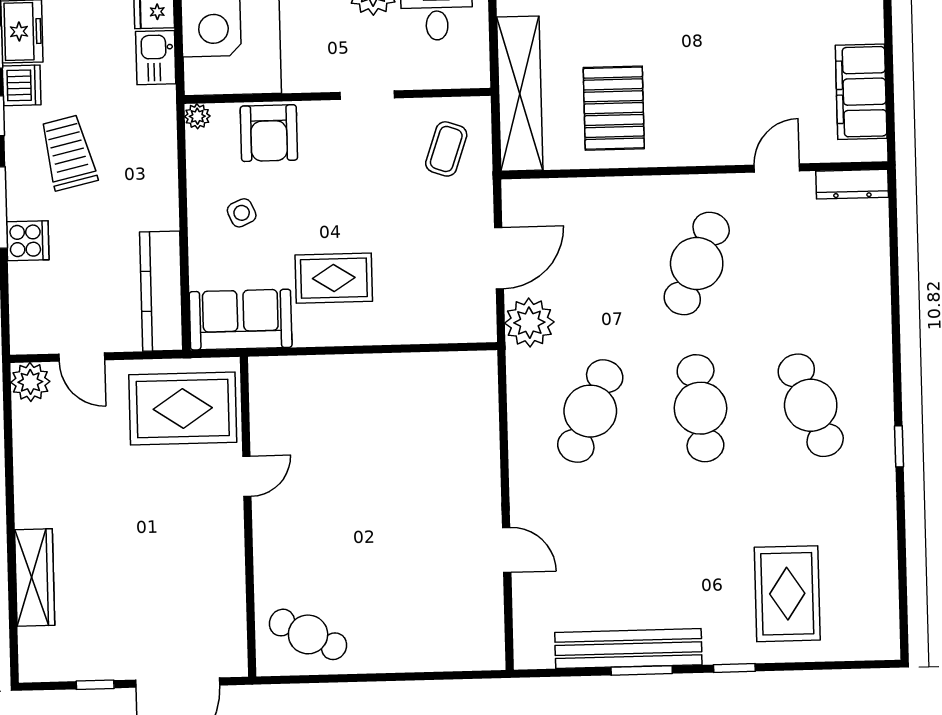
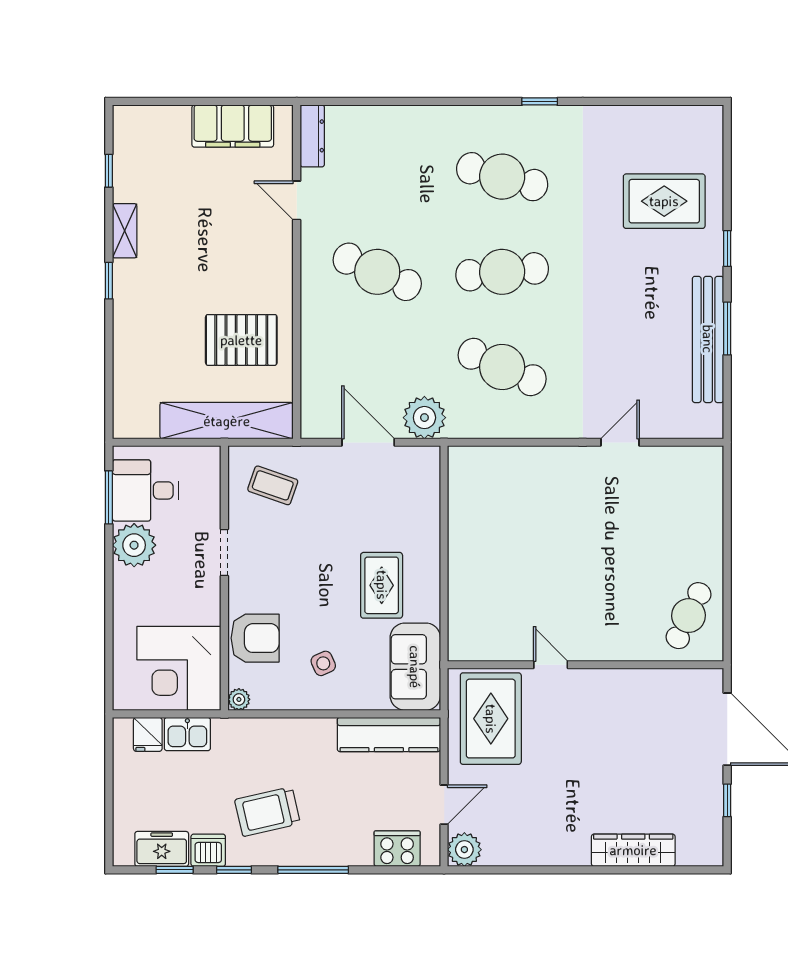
cooker: (28, 241) -> (397, 849), moved, width x1.36
cafe table: (811, 405) -> (502, 177), turned 36

